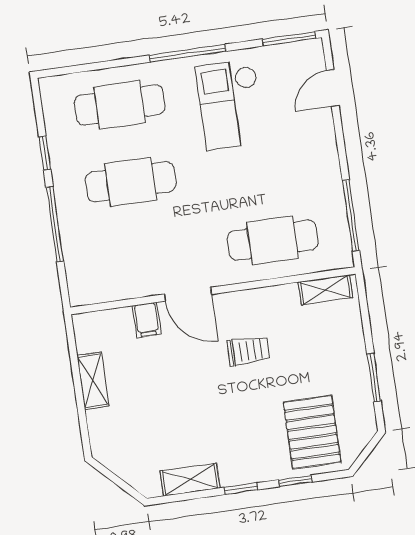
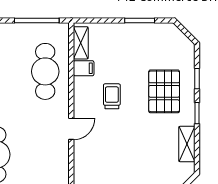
door: (188, 294) -> (71, 129), width x0.73
filing cabinet: (147, 320) -> (84, 68), moved
pallet: (312, 432) -> (164, 91), moved, turned 90

